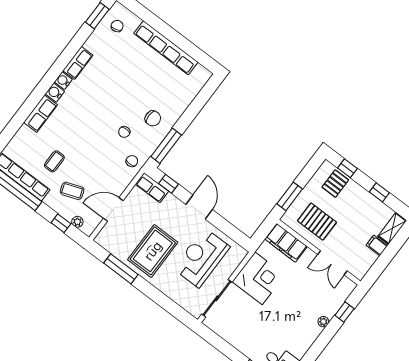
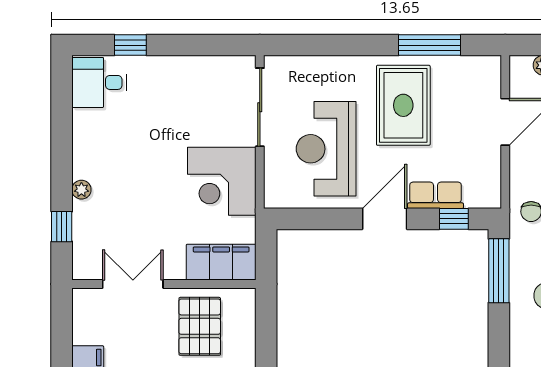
row of seats: (152, 188) -> (436, 195), moved
window: (290, 196) -> (266, 333), removed
door: (199, 207) -> (385, 219), swing flipped
pallet: (317, 222) -> (200, 326), turned 90
reception desk: (201, 258) -> (326, 149), turned 180

